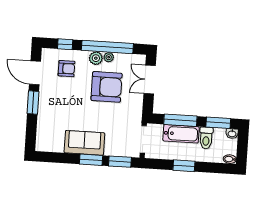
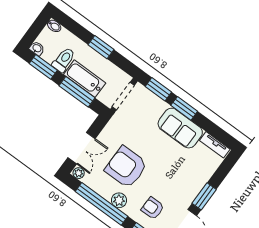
plant: (109, 57) -> (79, 173), moved
tv unit: (50, 147) -> (215, 145), added

